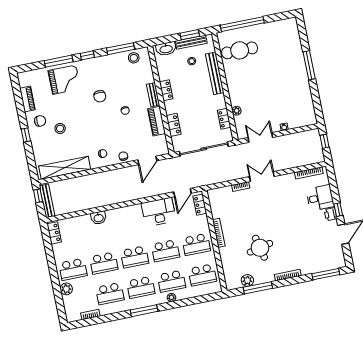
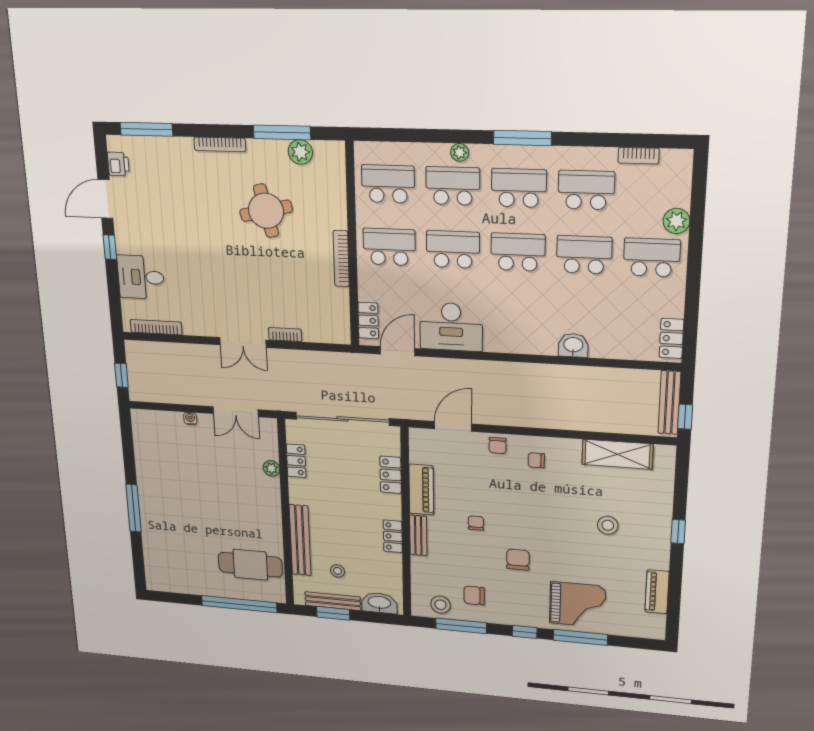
grand piano: (64, 80) -> (578, 605), turned 180
chair: (40, 121) -> (474, 595), moved
shelving: (65, 168) -> (617, 454), width x0.68
printer: (330, 214) -> (118, 164), moved

